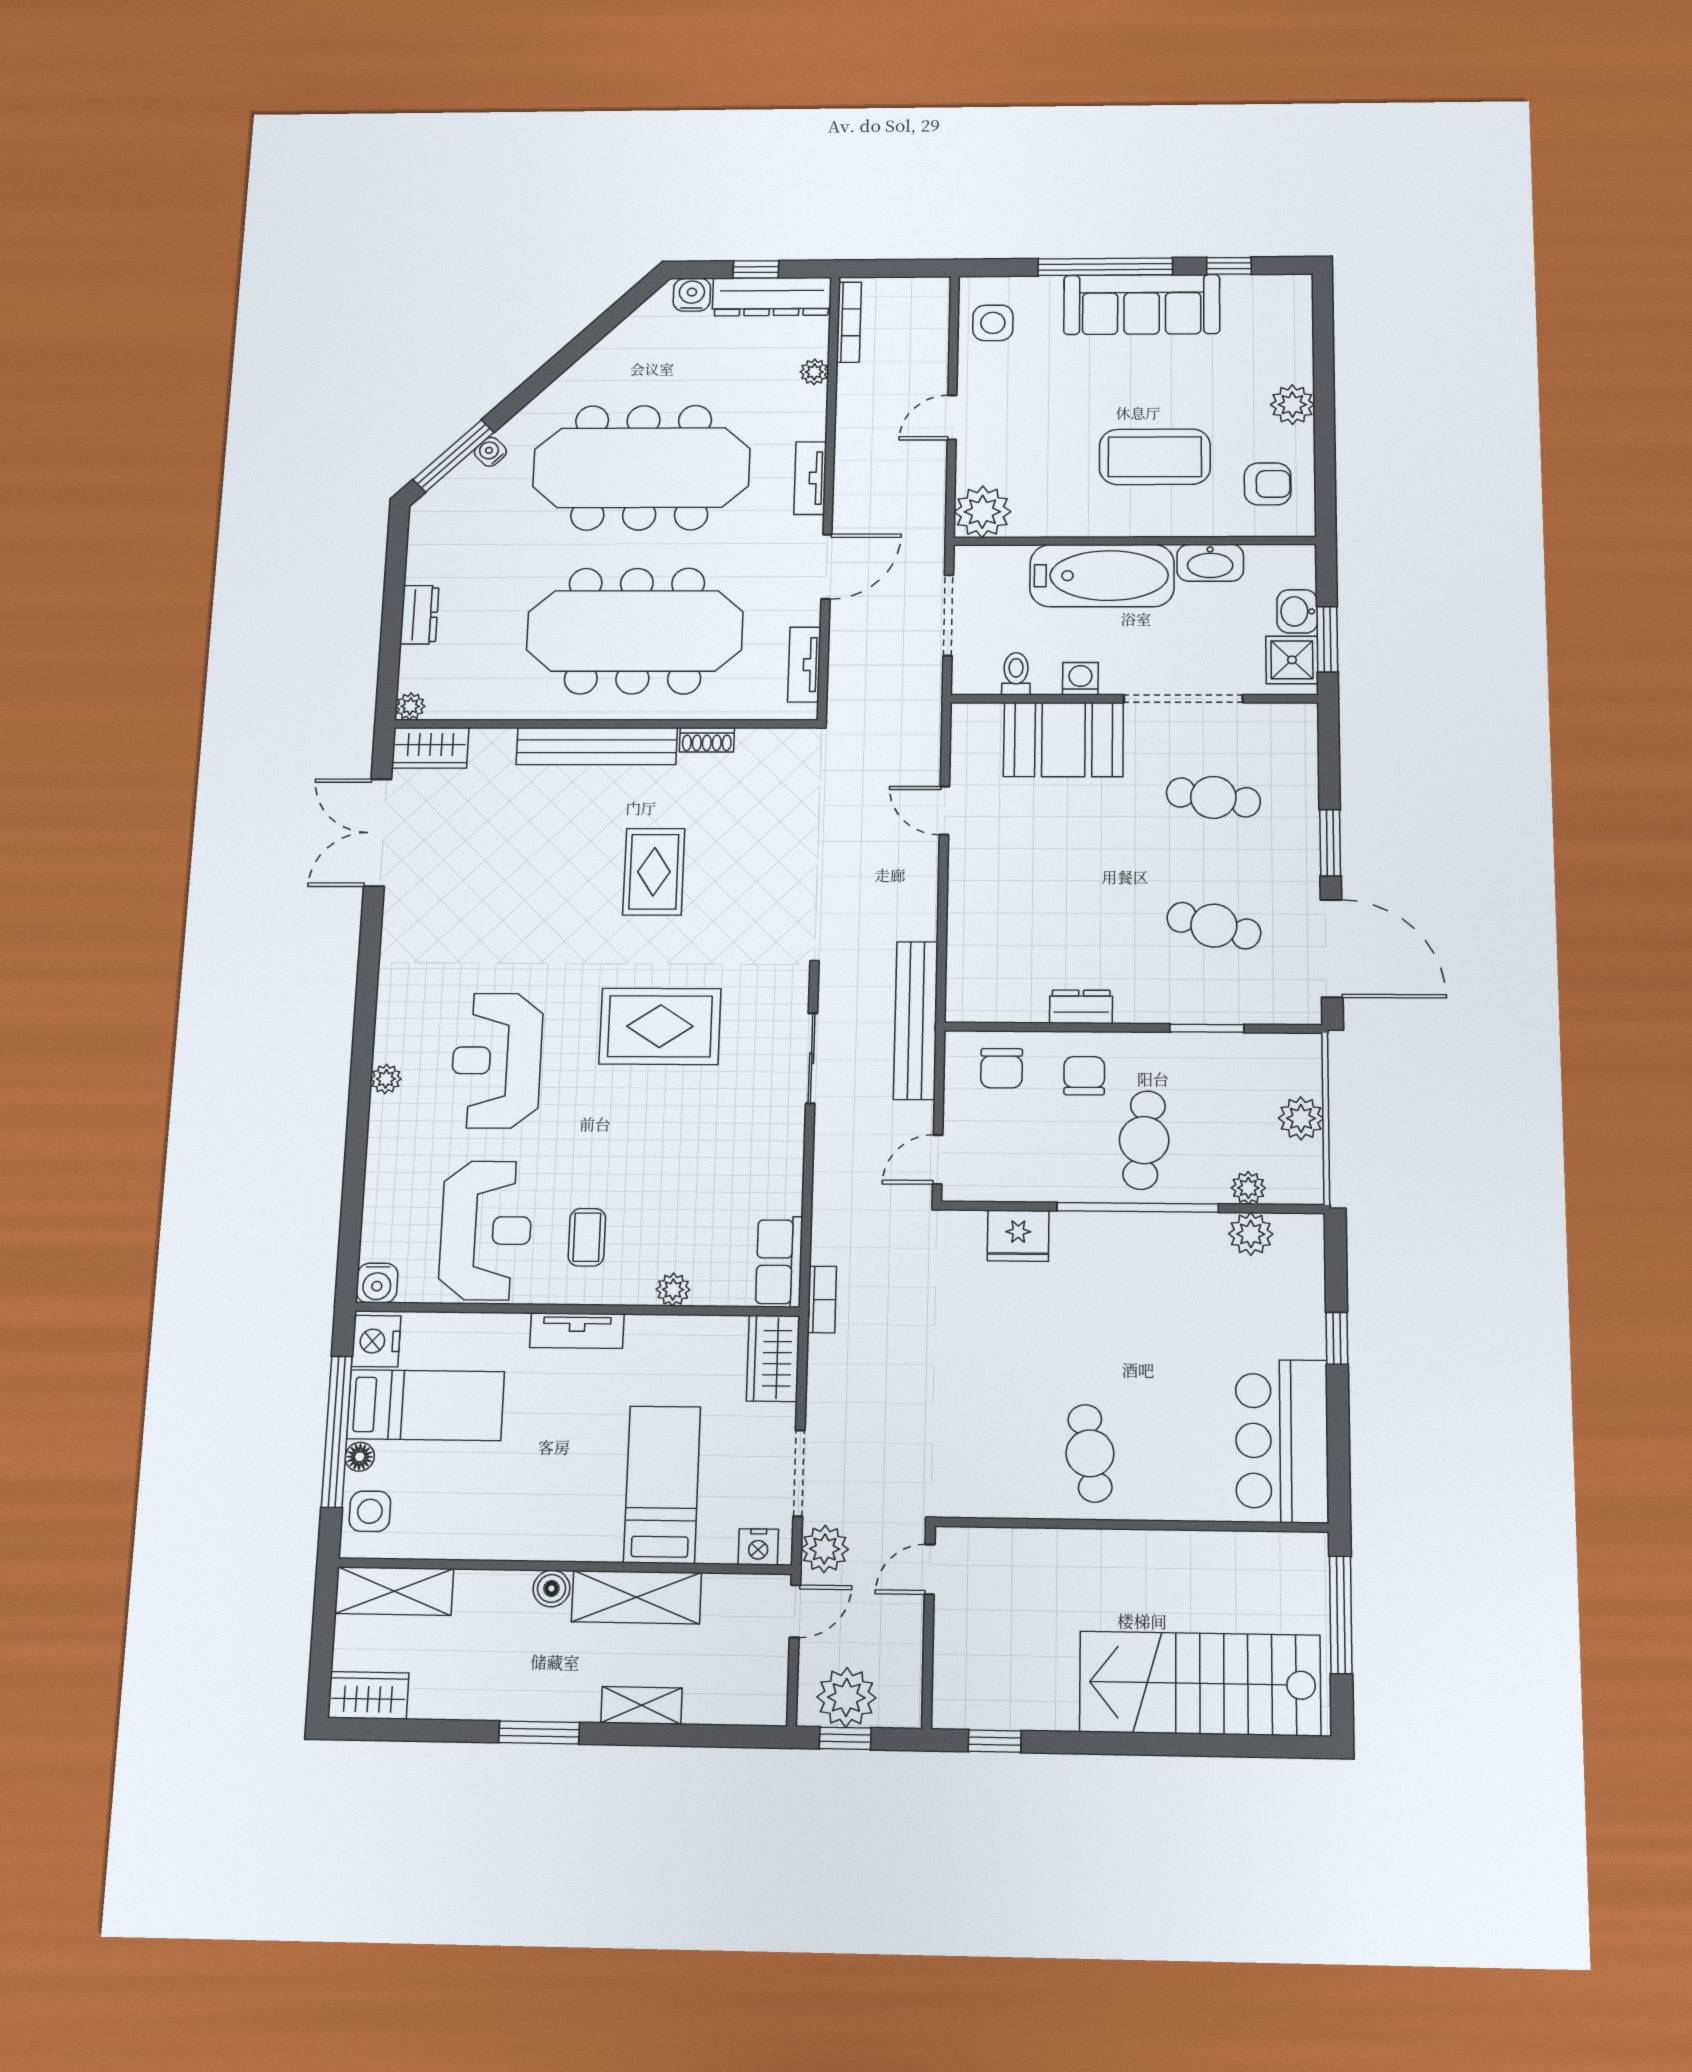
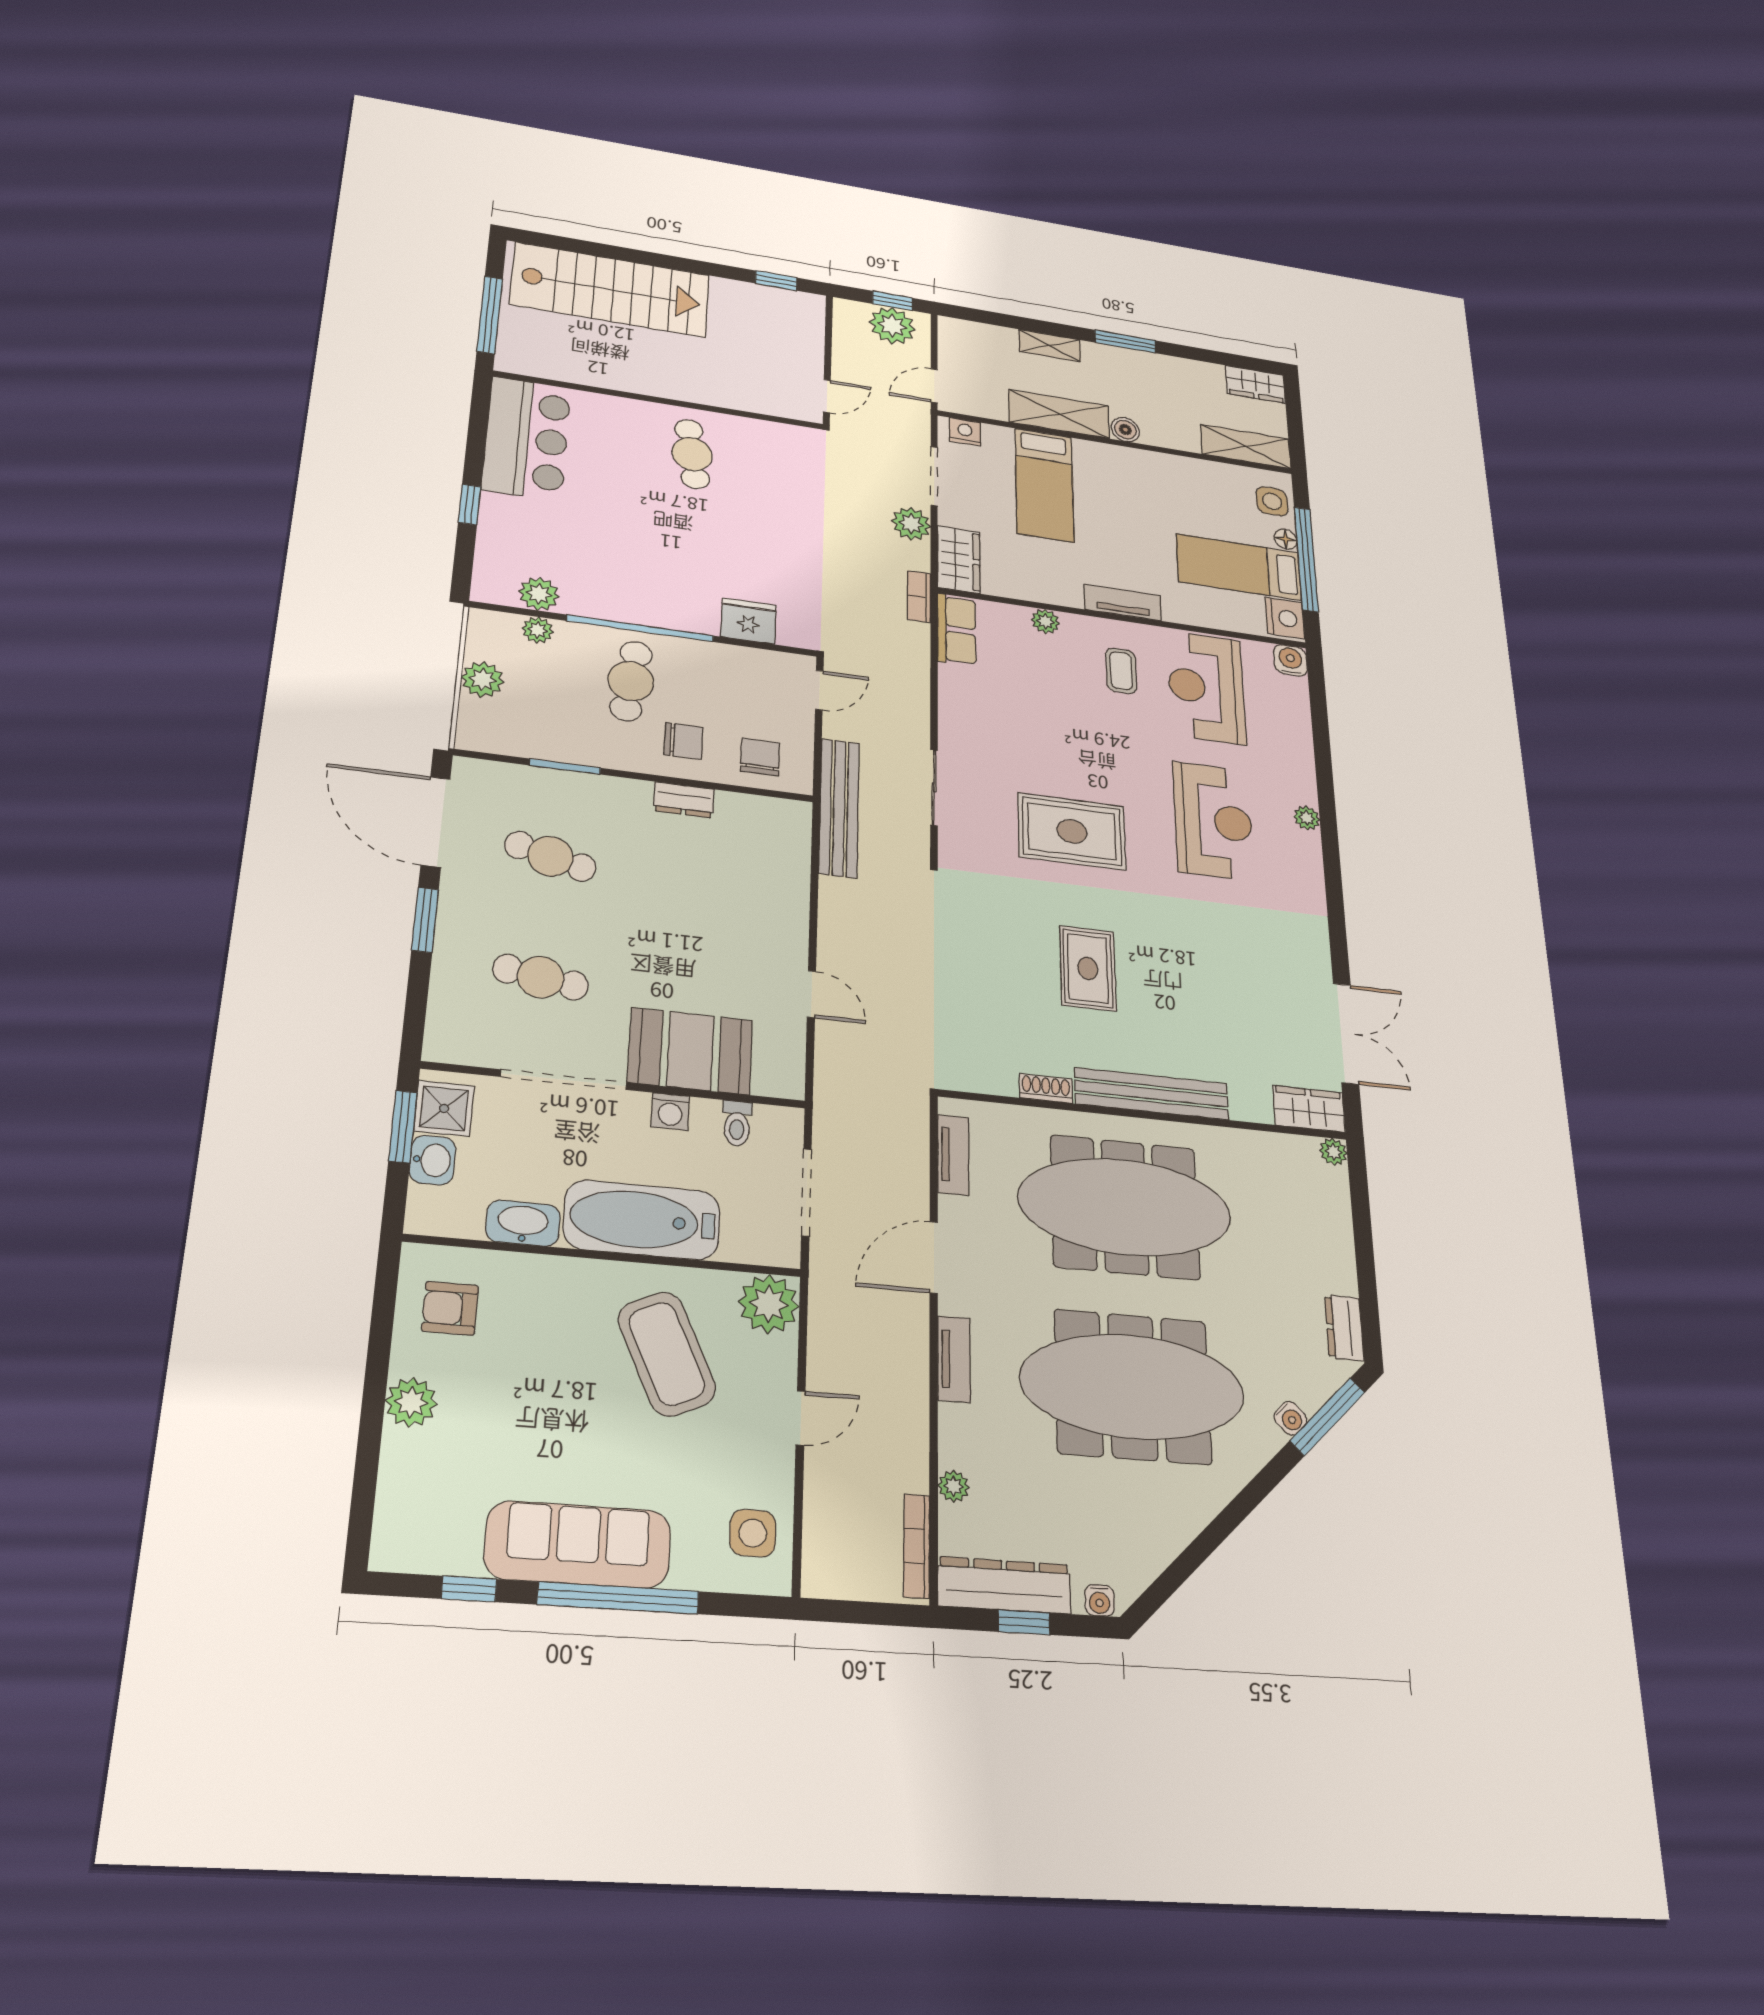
water cooler: (692, 295) -> (1099, 1600), width x0.72, depth x0.72
coffee table: (1155, 457) -> (667, 1354), moved, turned 65
dresser: (419, 615) -> (1344, 1328), moved
chair: (1084, 1076) -> (684, 741), turned -90
plant: (825, 1549) -> (911, 524), moved

